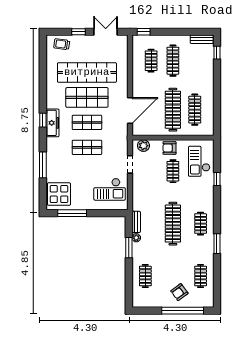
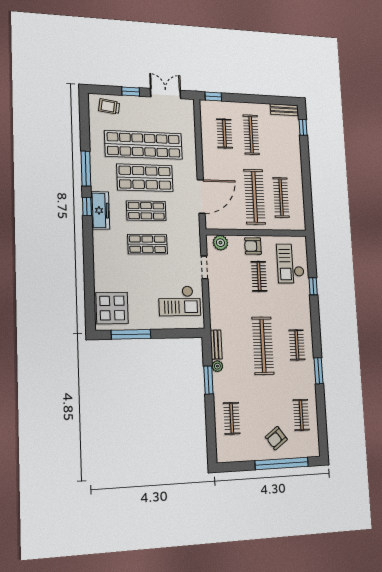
window: (43, 165) -> (86, 169), moved

